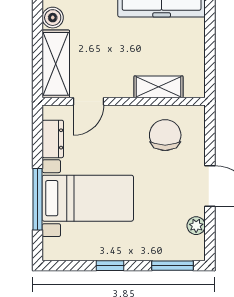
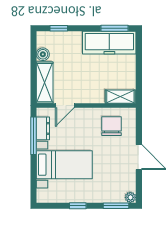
shelving: (159, 87) -> (120, 97), moved
window: (37, 199) -> (33, 136), moved
plant: (196, 226) -> (130, 197), moved

